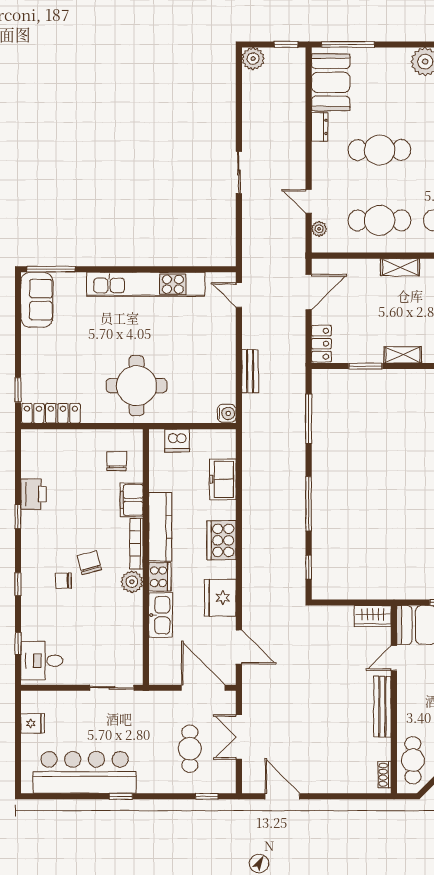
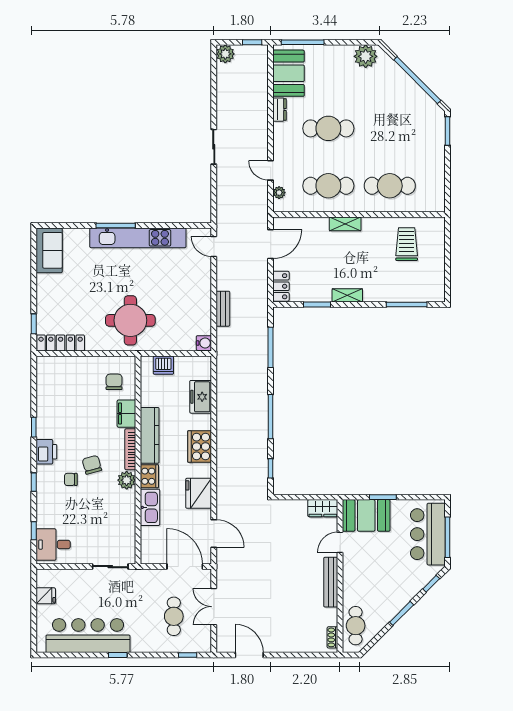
window: (51, 269) -> (116, 226), moved
printer: (33, 494) -> (46, 452), moved

